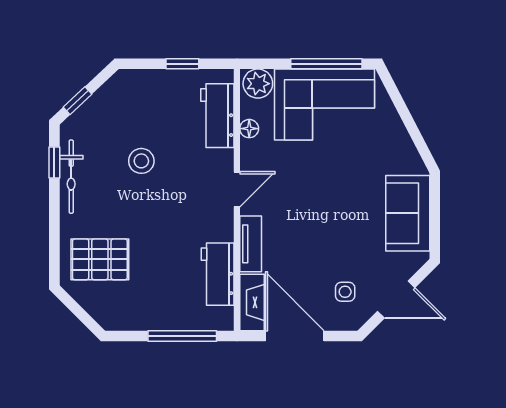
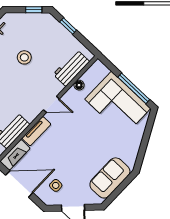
window: (182, 64) -> (68, 26), moved
plant: (258, 84) -> (99, 71), removed
window: (78, 101) -> (34, 10), moved
door: (295, 336) -> (19, 184), hinge flipped

